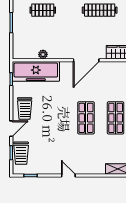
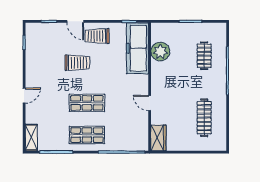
plant: (43, 54) -> (160, 52), width x1.88, depth x1.88
door: (86, 60) -> (150, 103), width x0.53
trolley: (21, 153) -> (77, 63), moved, turned 180
door: (68, 176) -> (24, 96), moved

